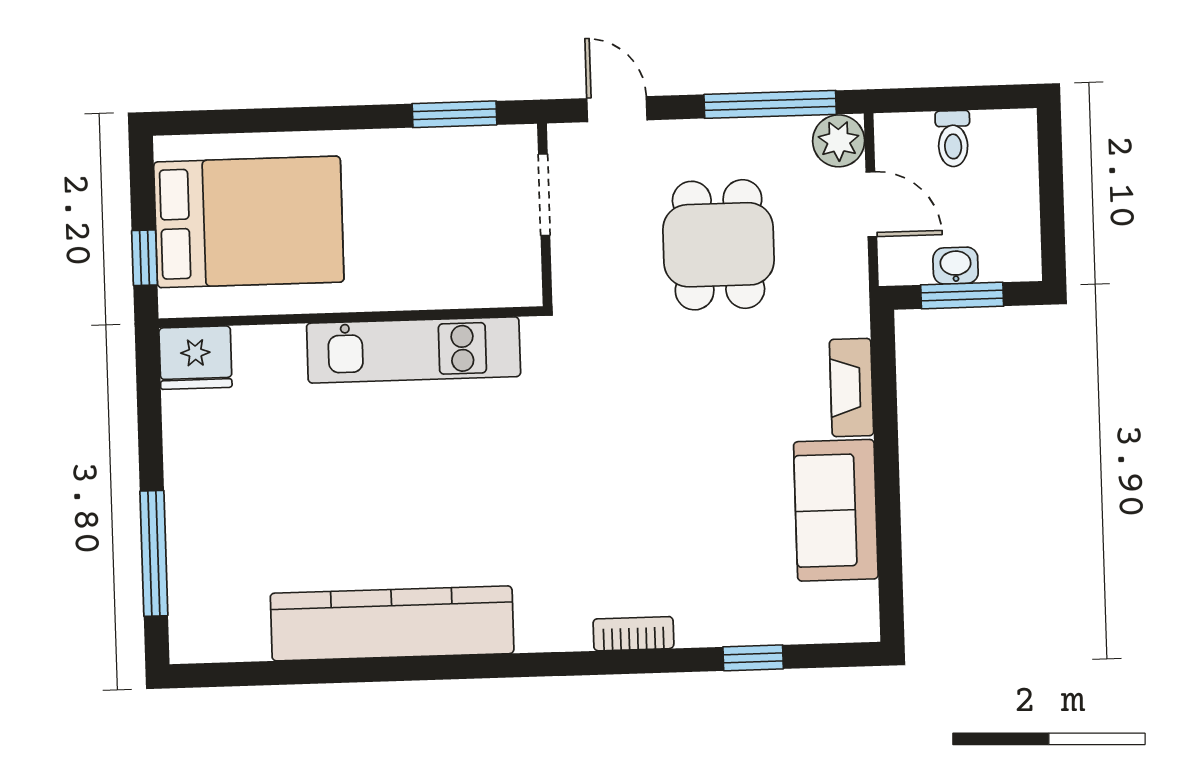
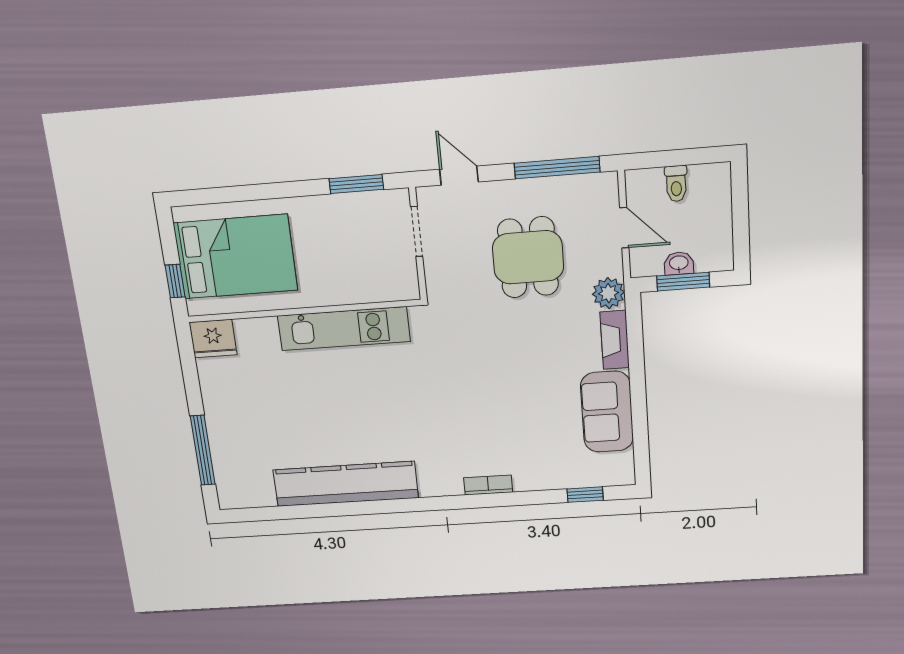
plant: (839, 141) -> (608, 293), moved
window: (753, 658) -> (585, 495), moved

